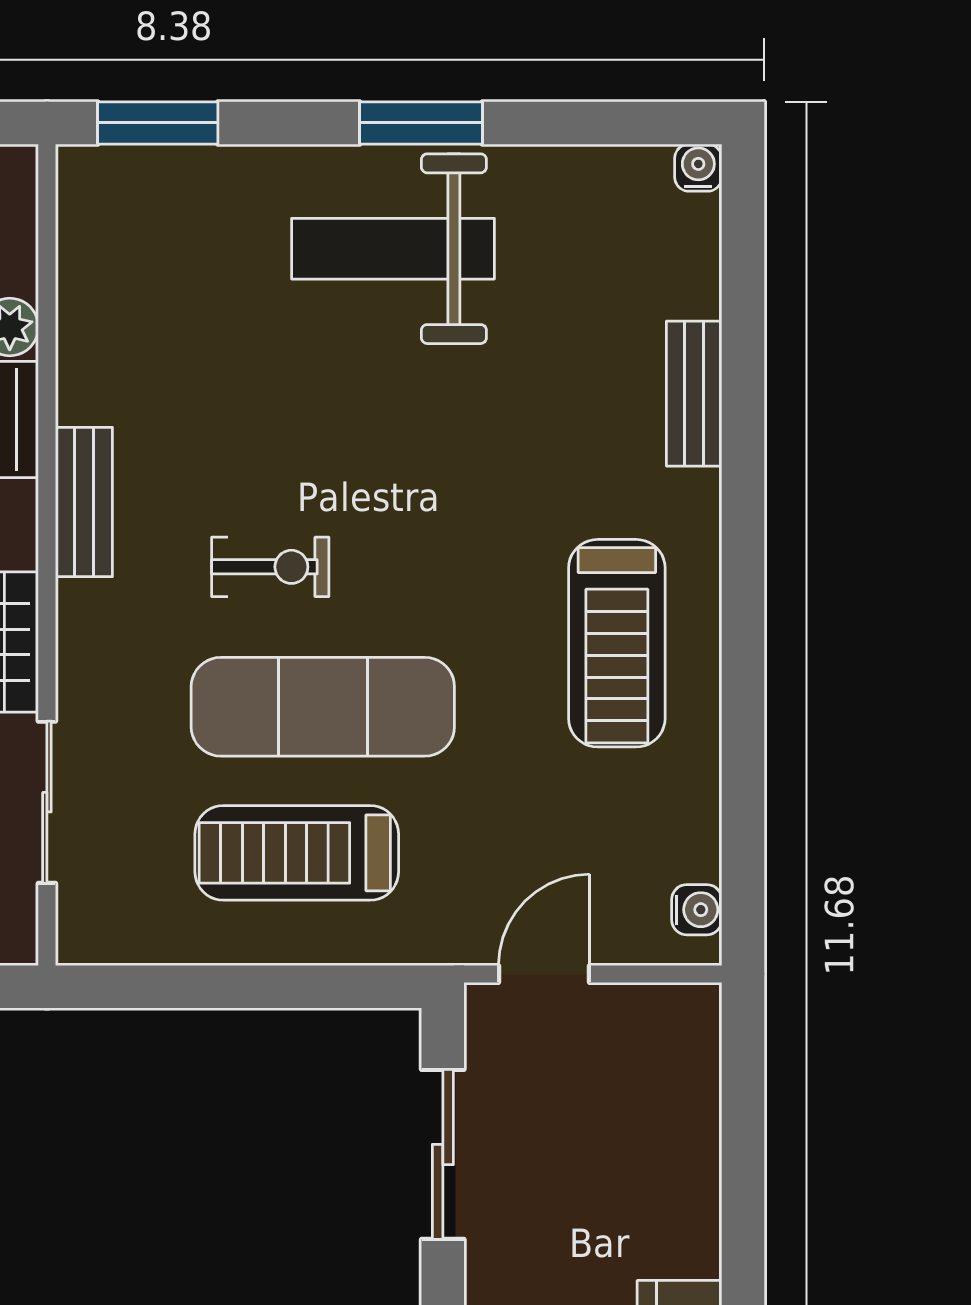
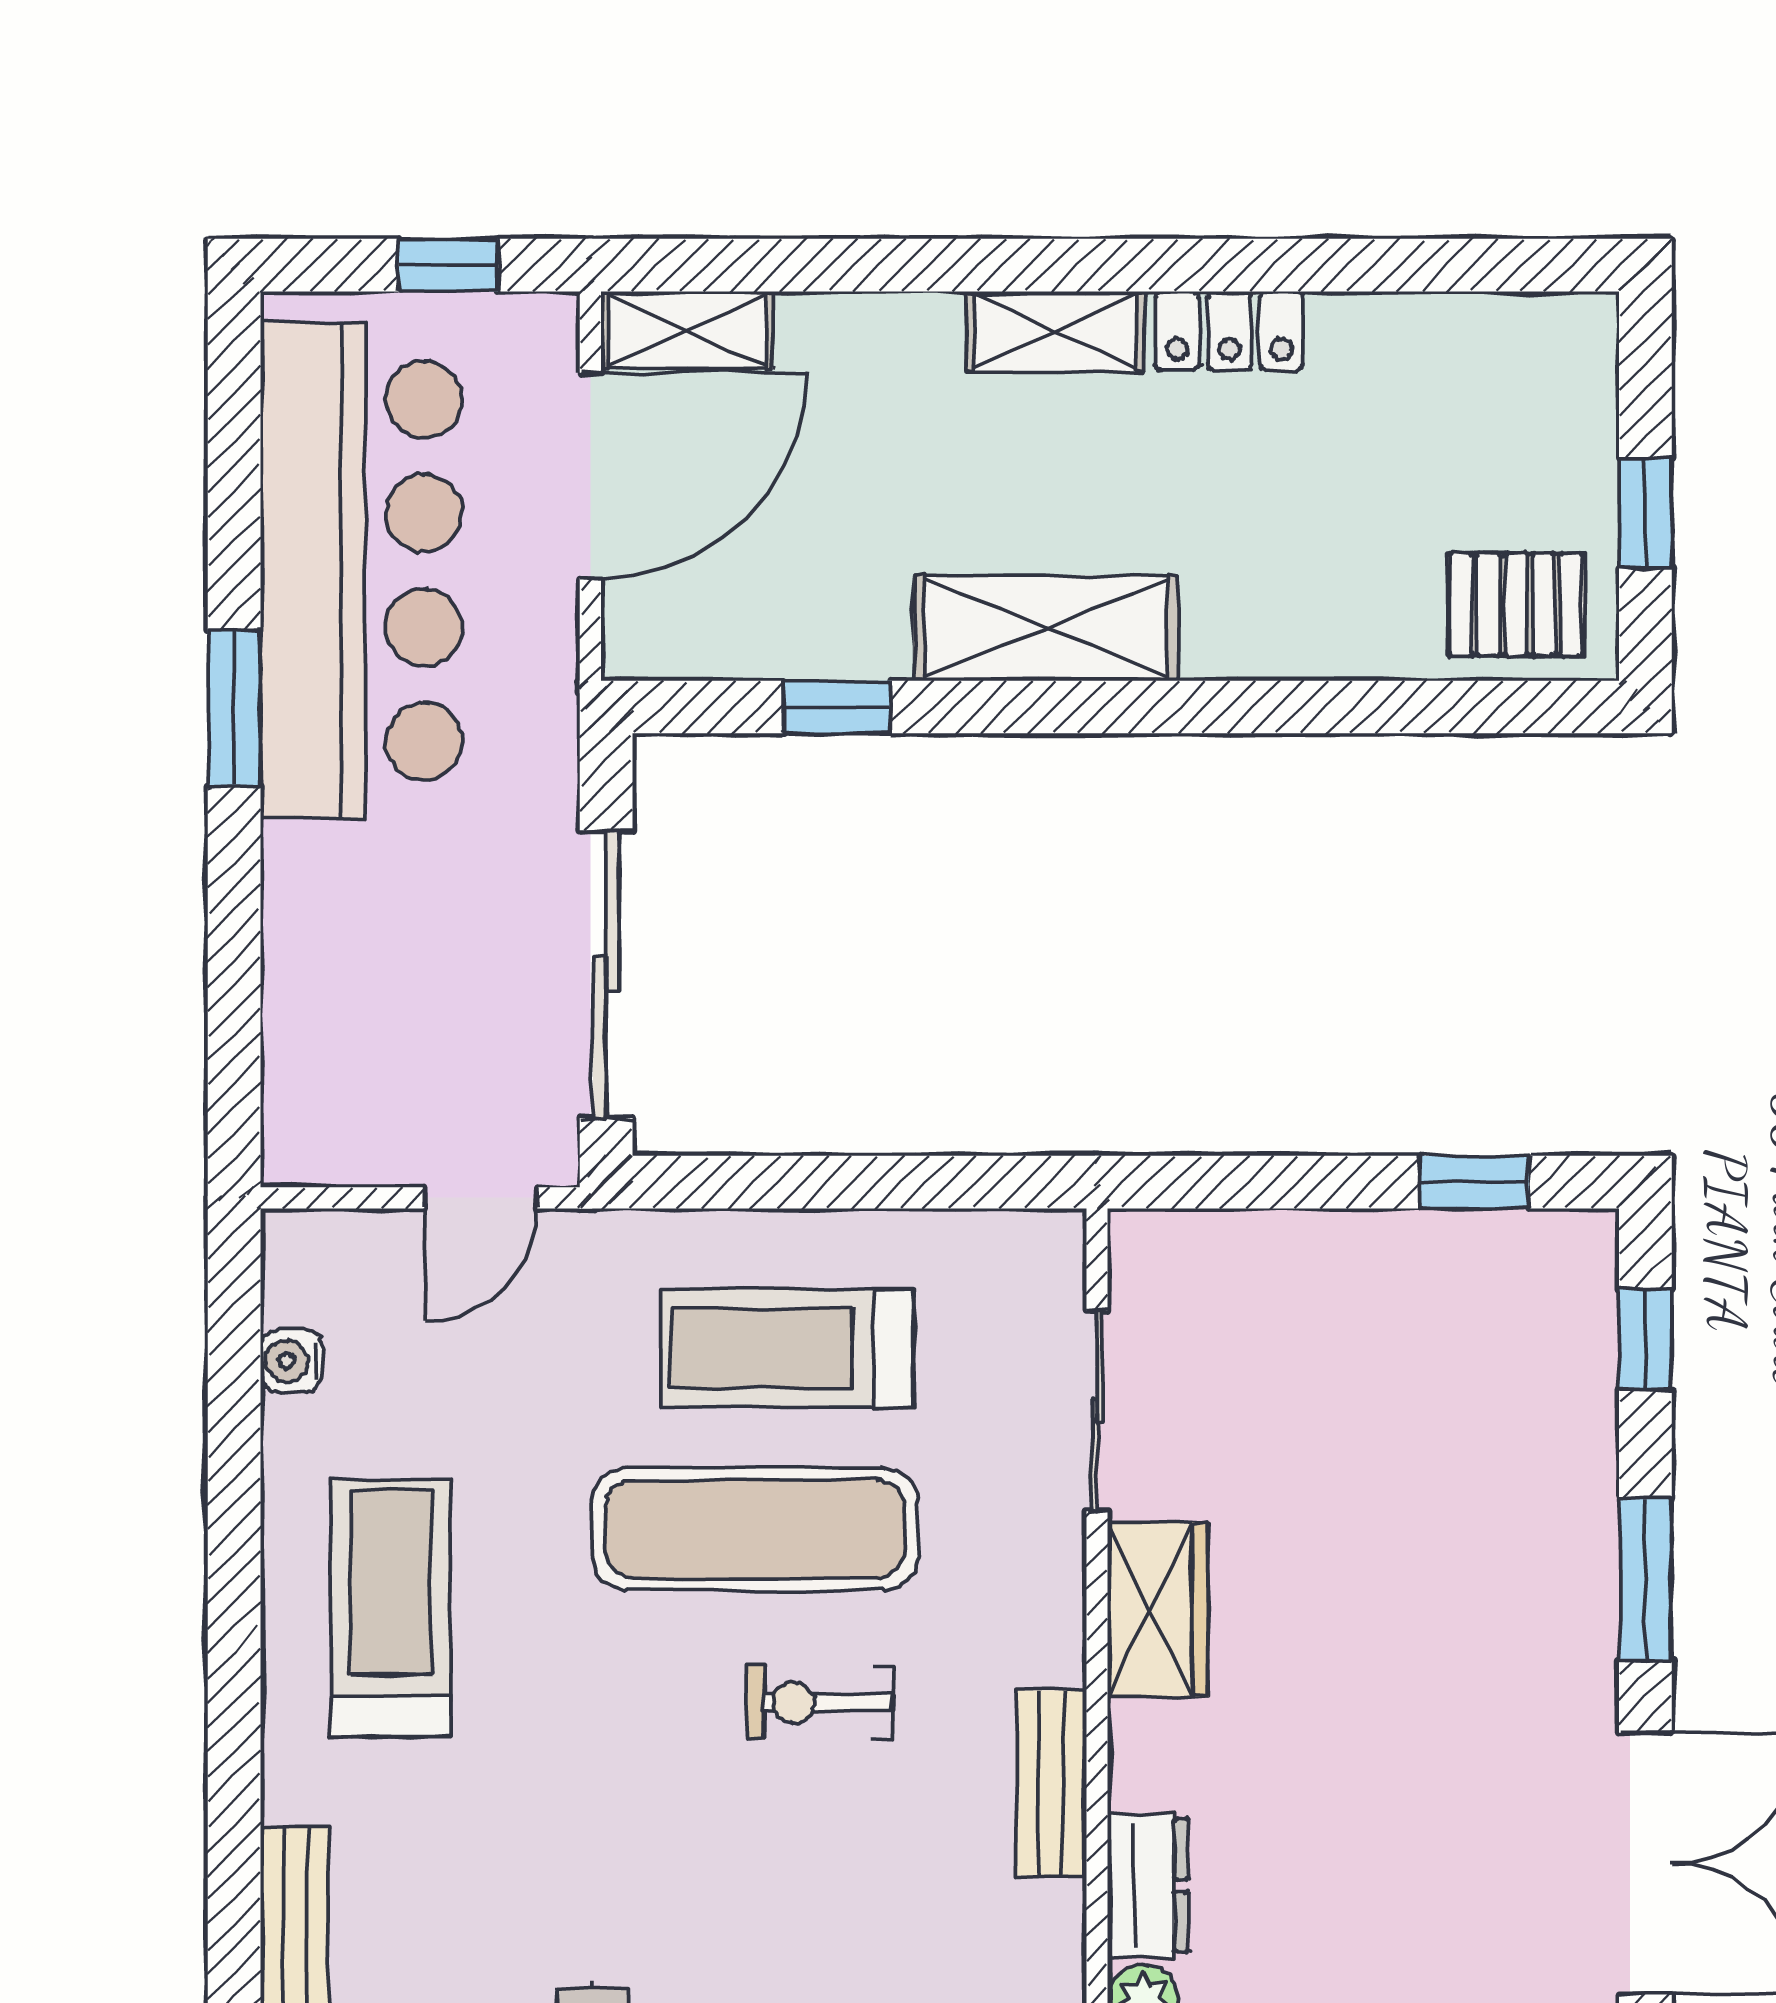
treadmill: (297, 853) -> (787, 1348), turned 180
water cooler: (697, 910) -> (291, 1361), moved
sliding door: (443, 1154) -> (606, 974), width x1.37

